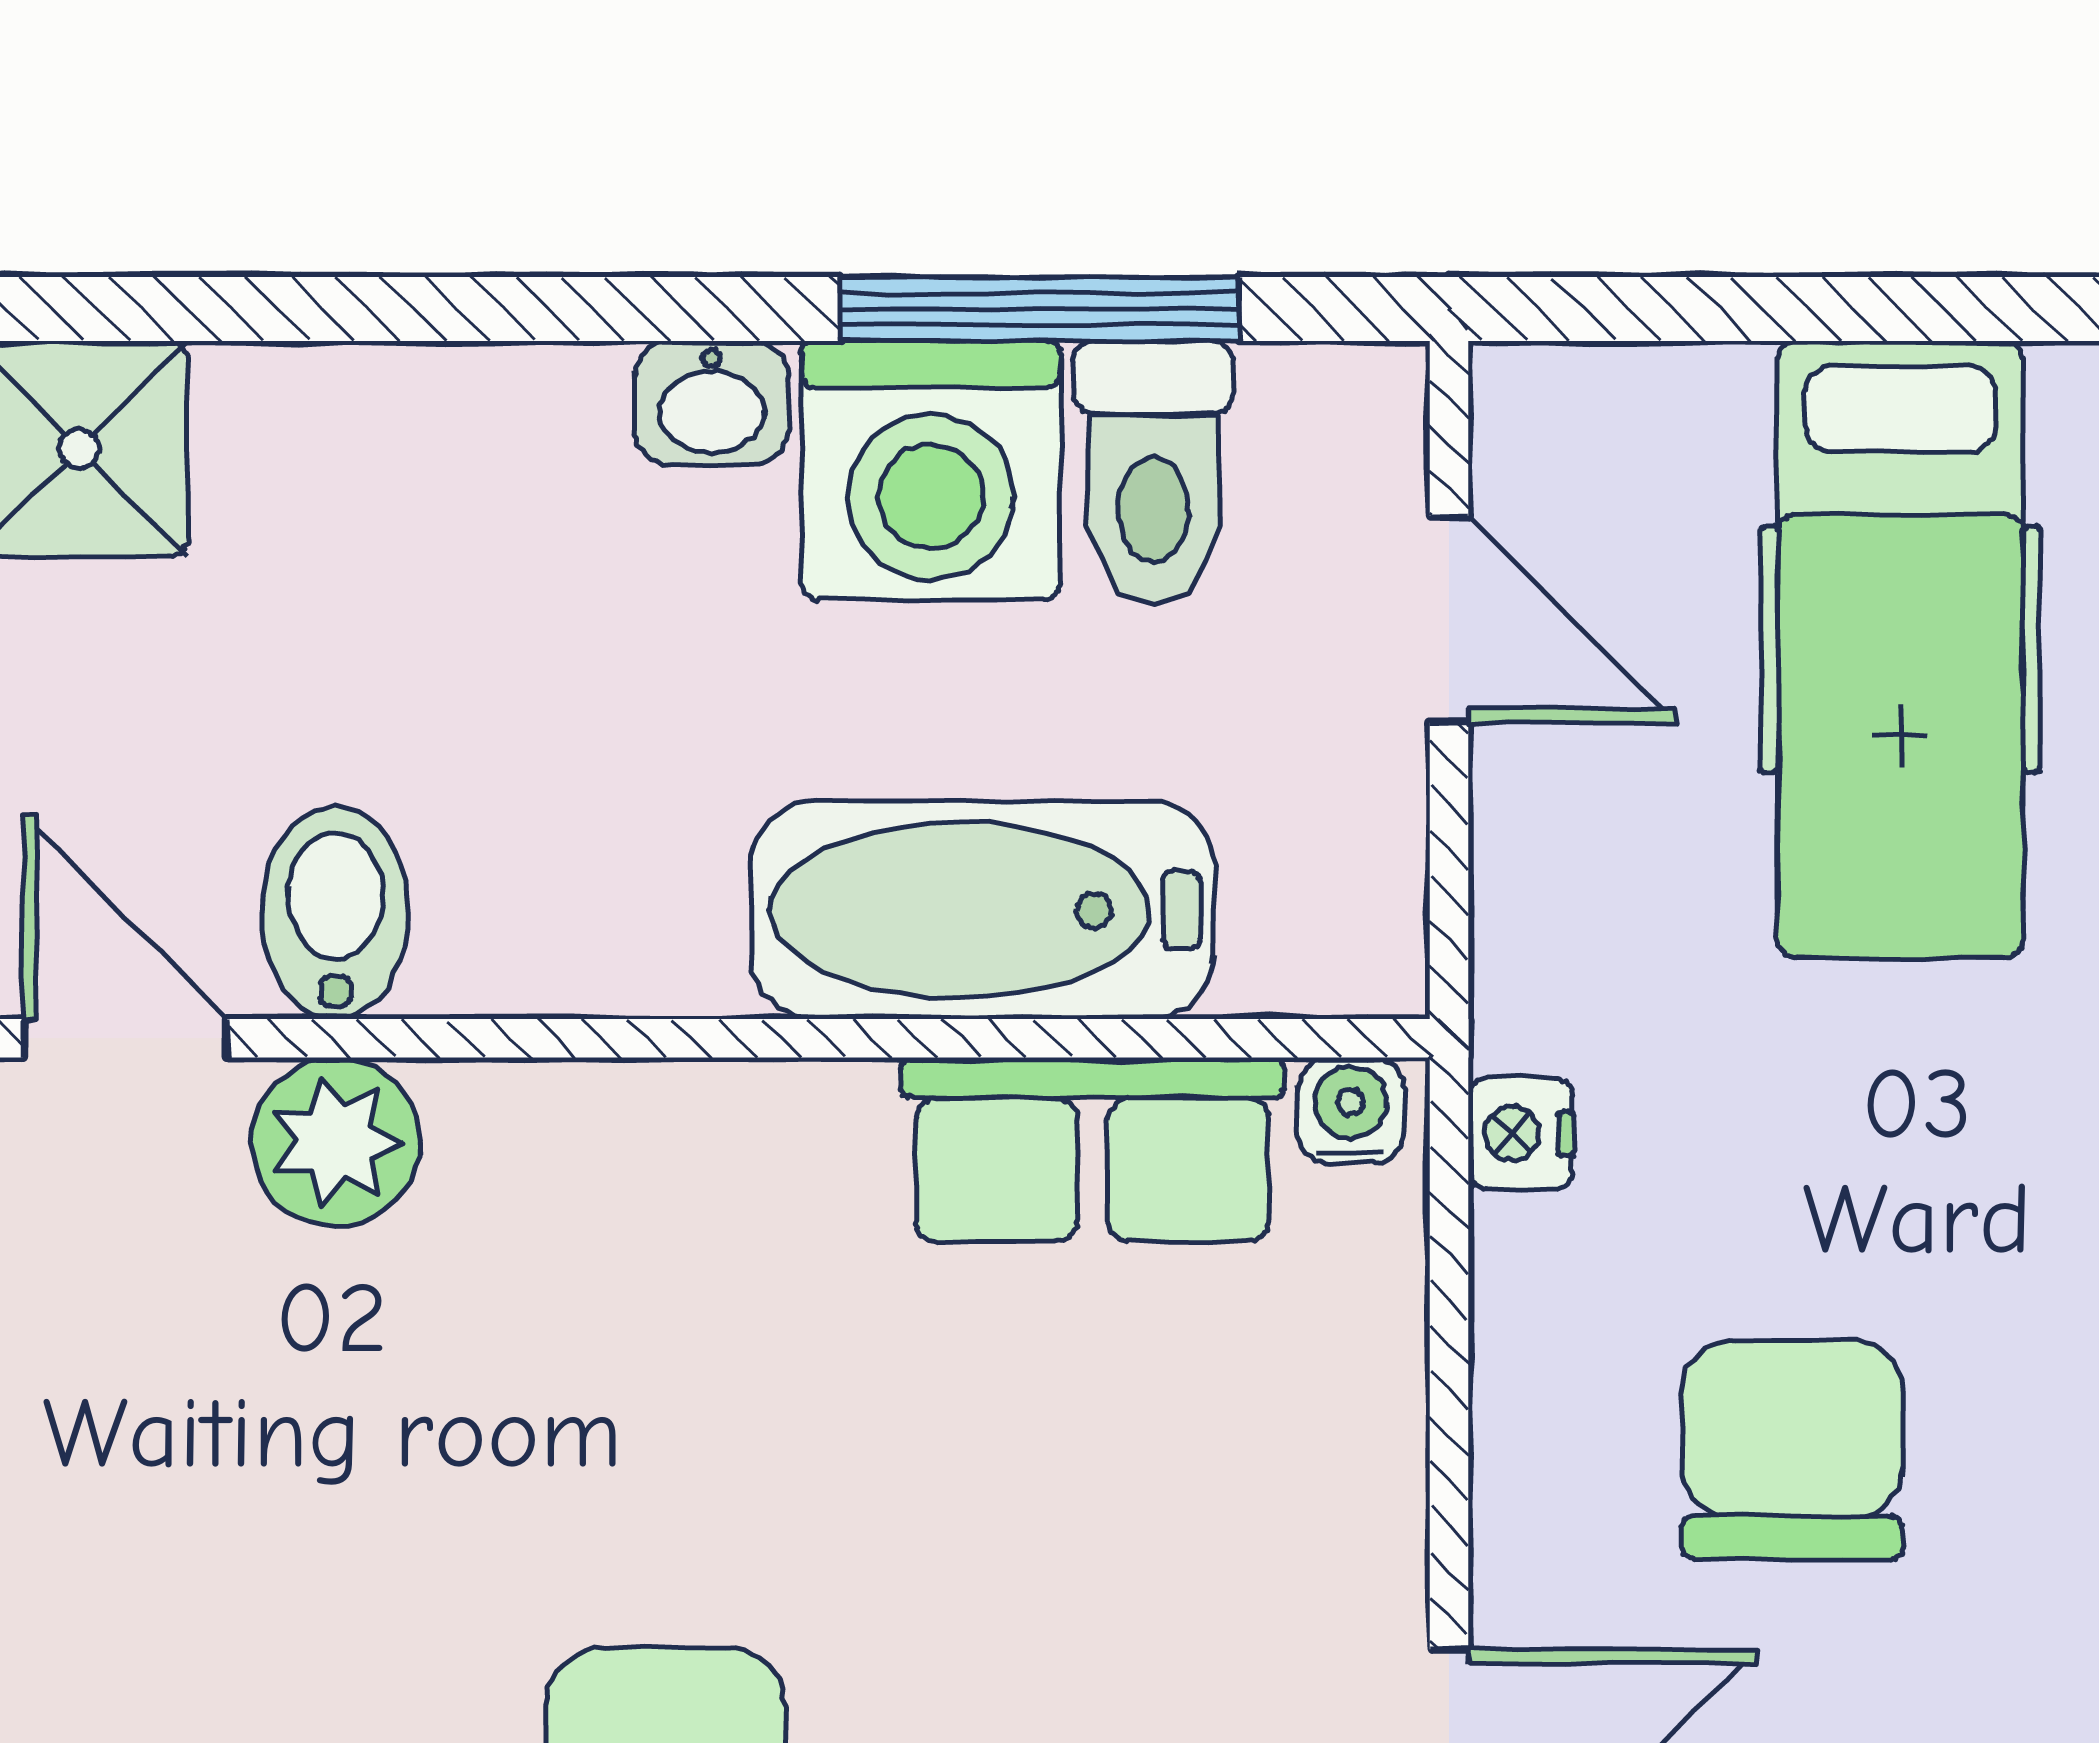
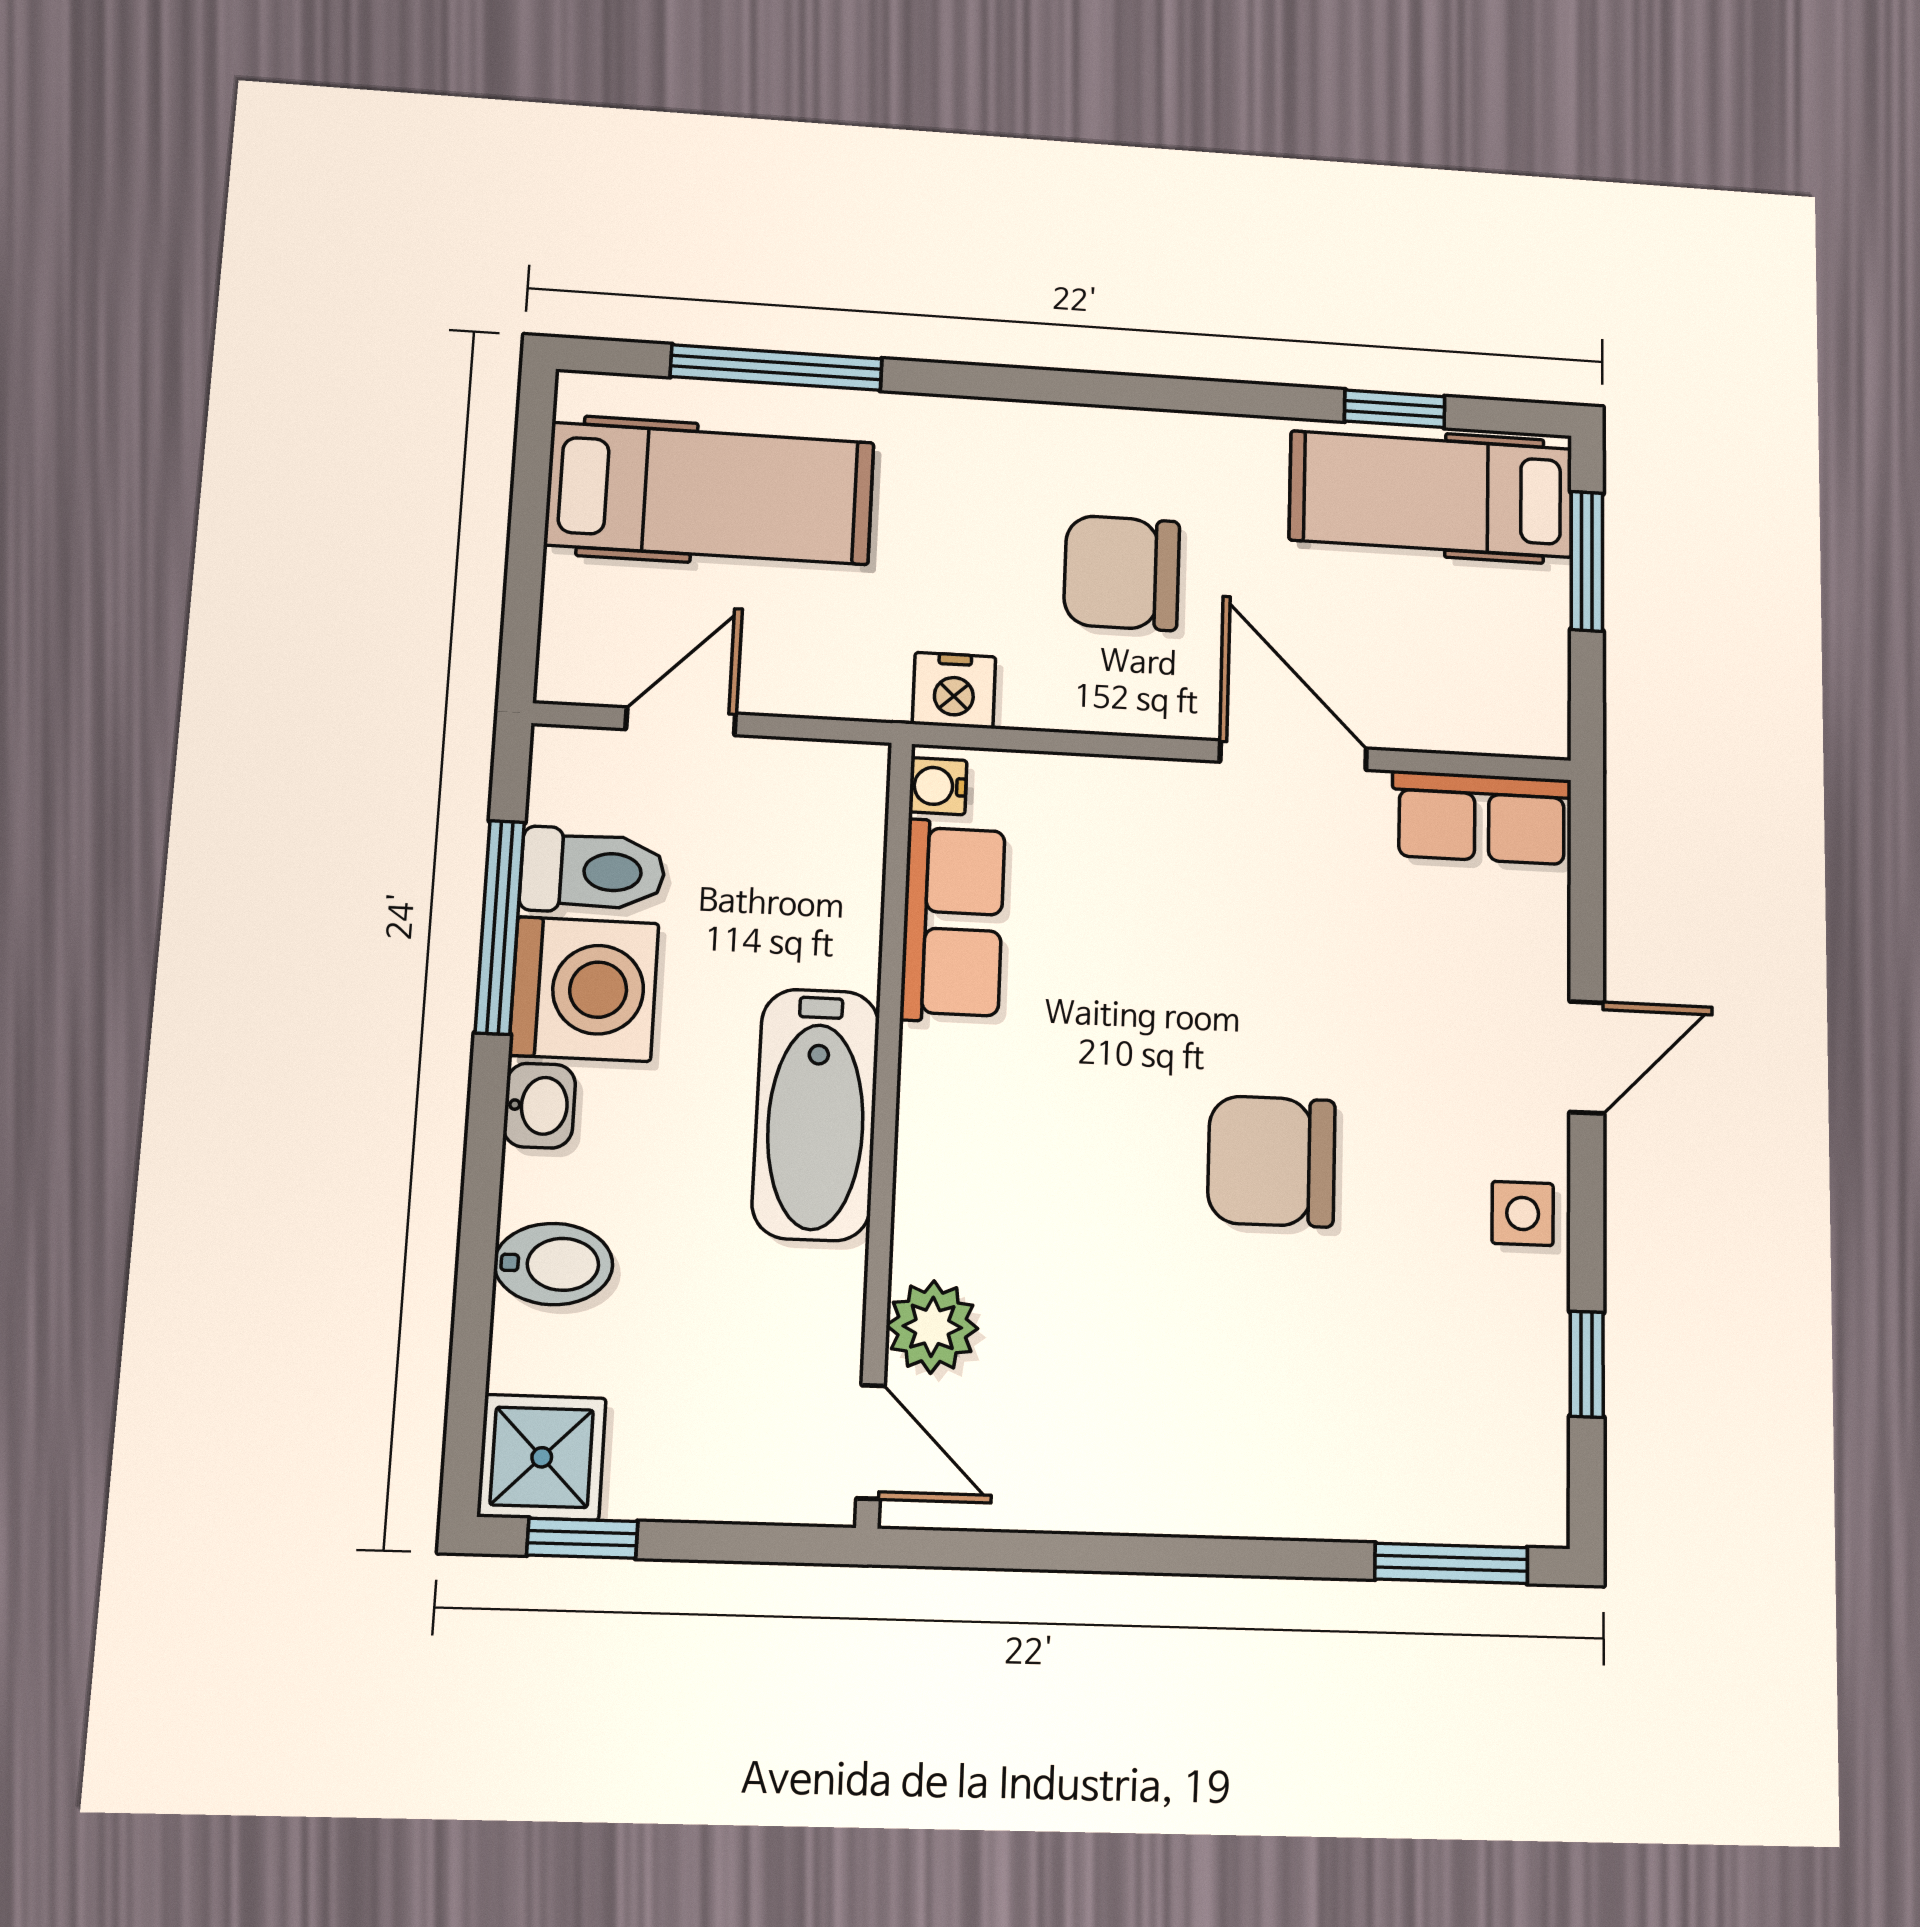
bathtub: (982, 910) -> (816, 1114), moved
bidet: (336, 913) -> (553, 1264), moved, turned 180
door: (125, 1038) -> (871, 1442), swing flipped
nightstand: (1521, 1134) -> (954, 690), width x1.39, depth x1.35

